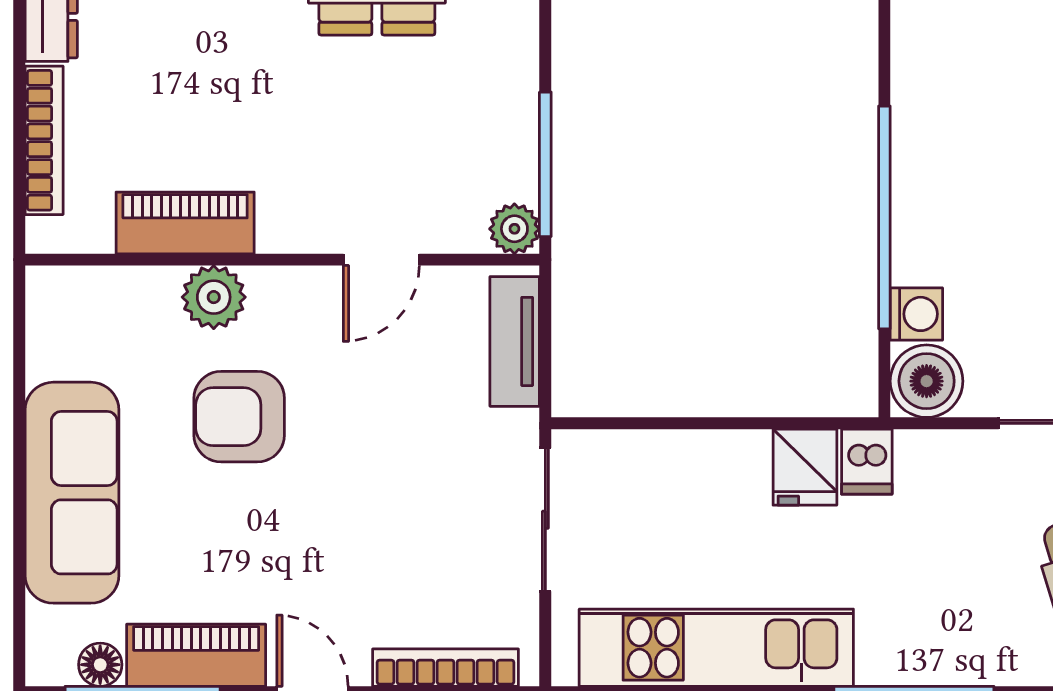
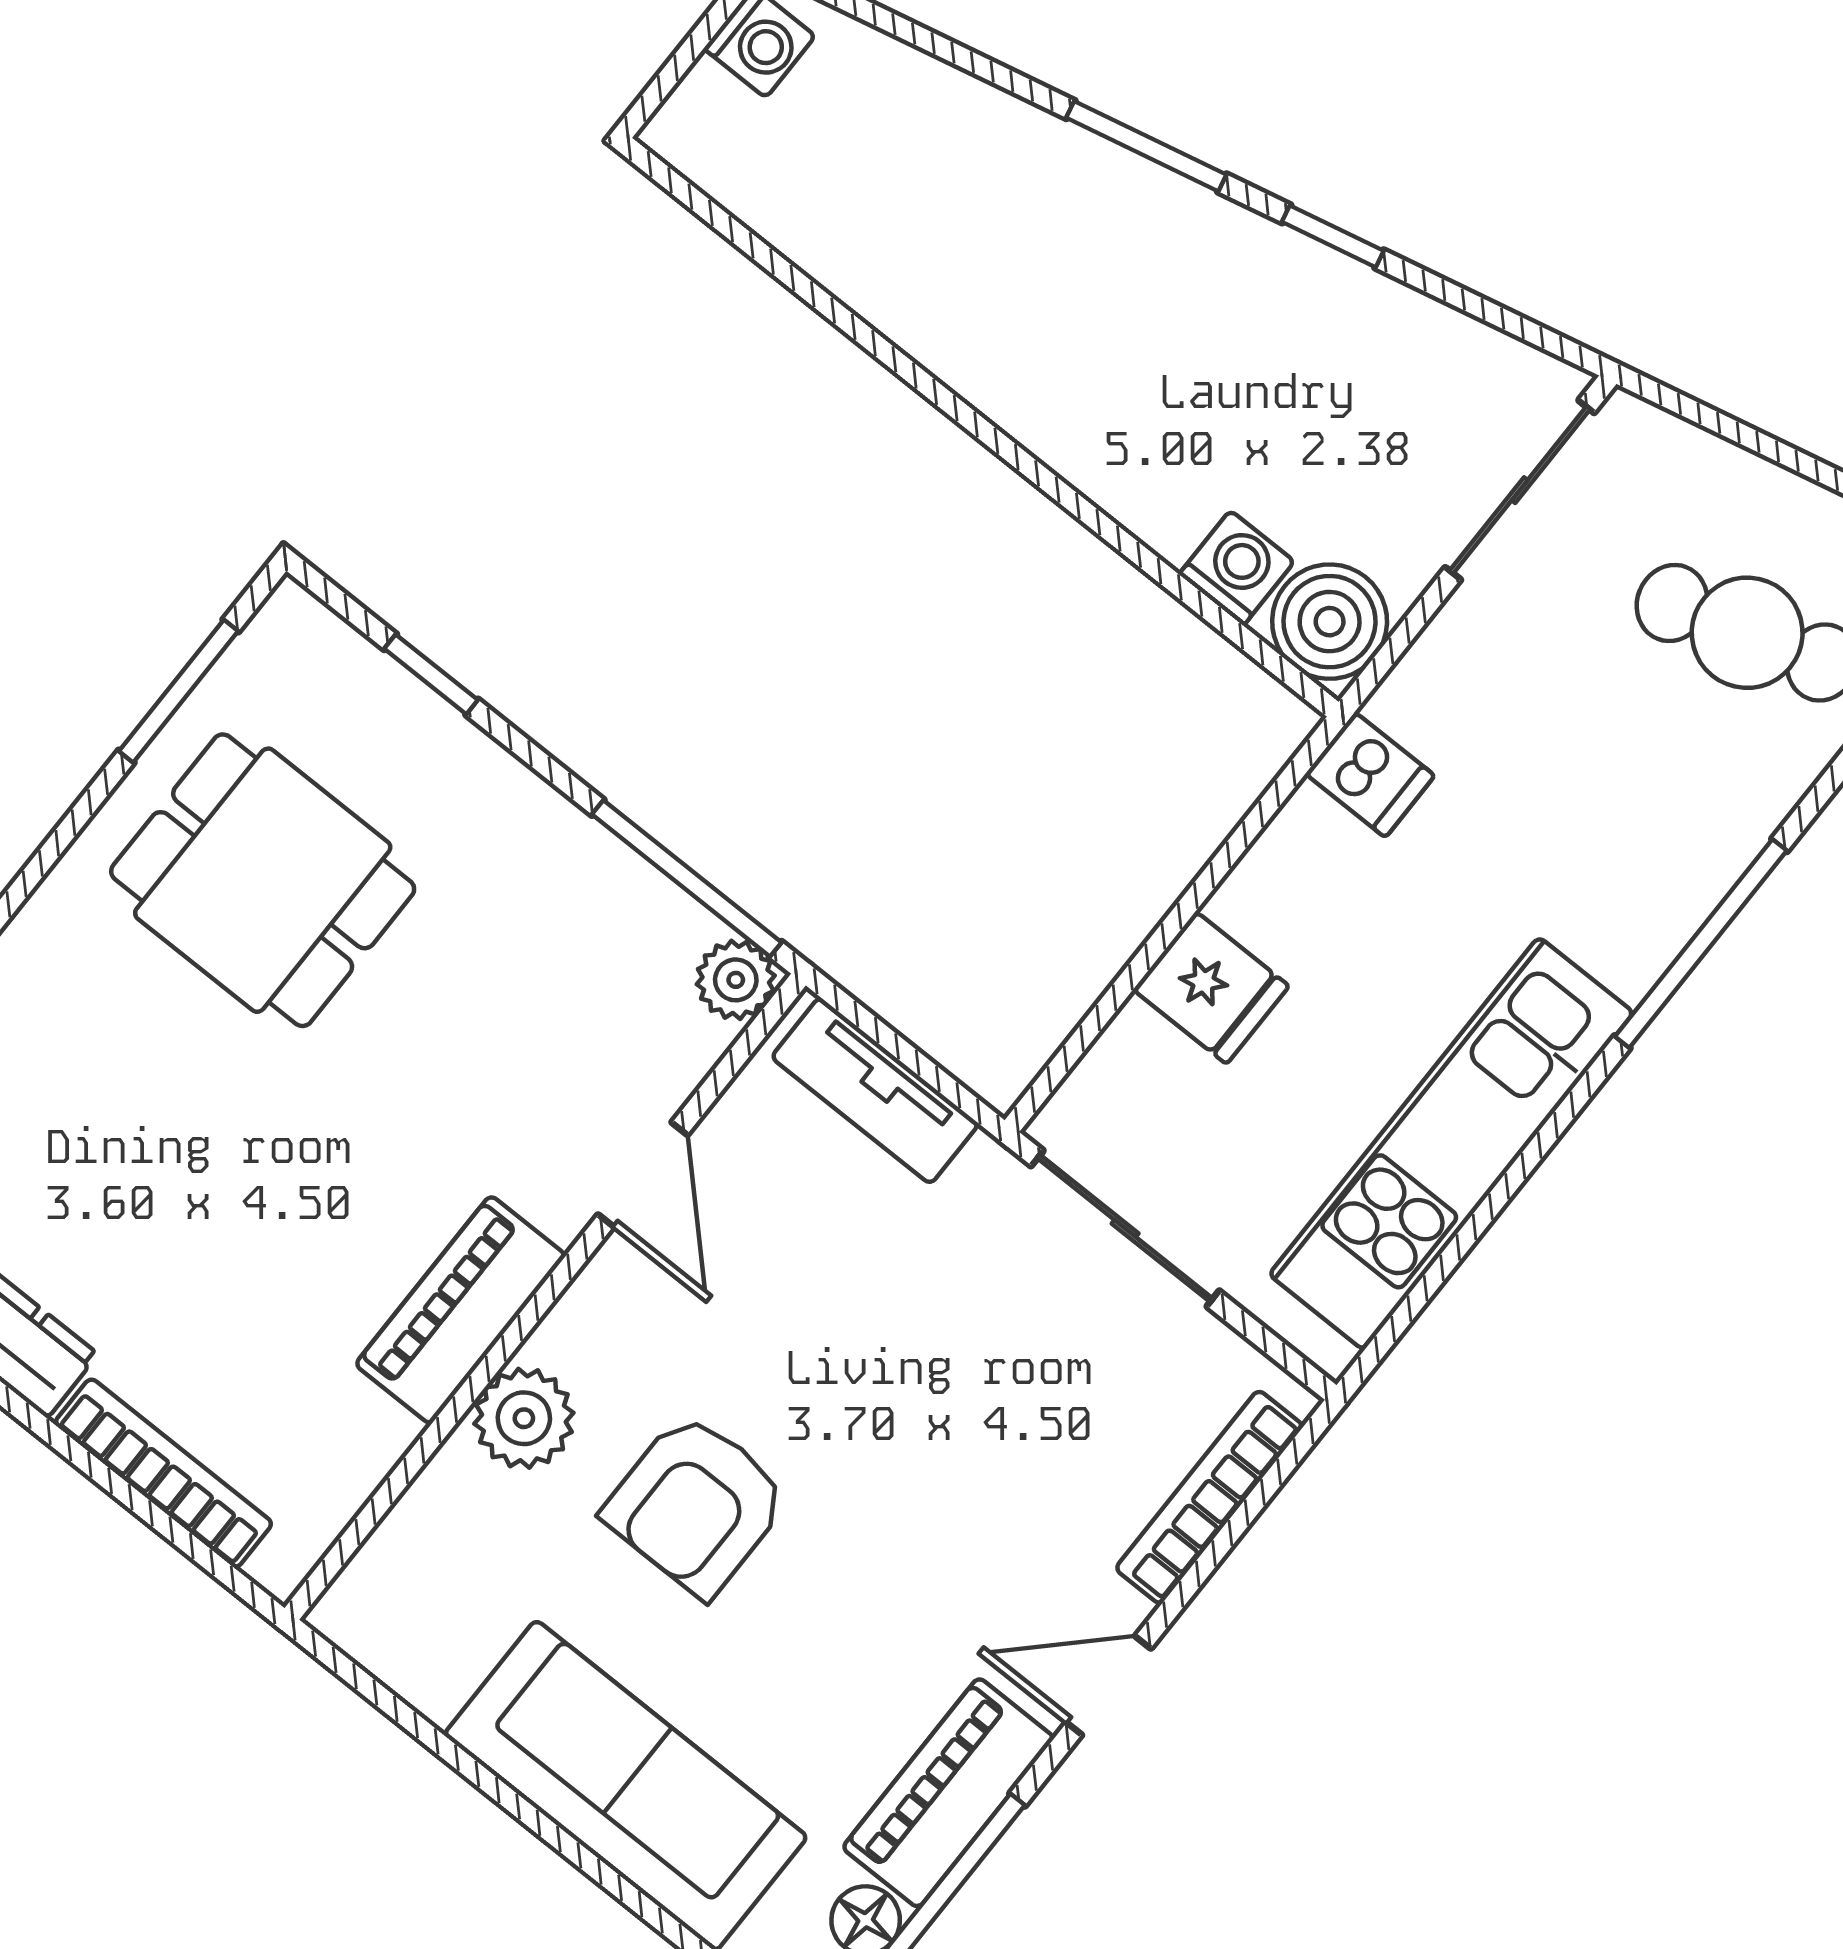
window: (884, 217) -> (1086, 512), removed
piano: (185, 223) -> (461, 1310), moved
fridge: (805, 467) -> (1211, 988), moved

